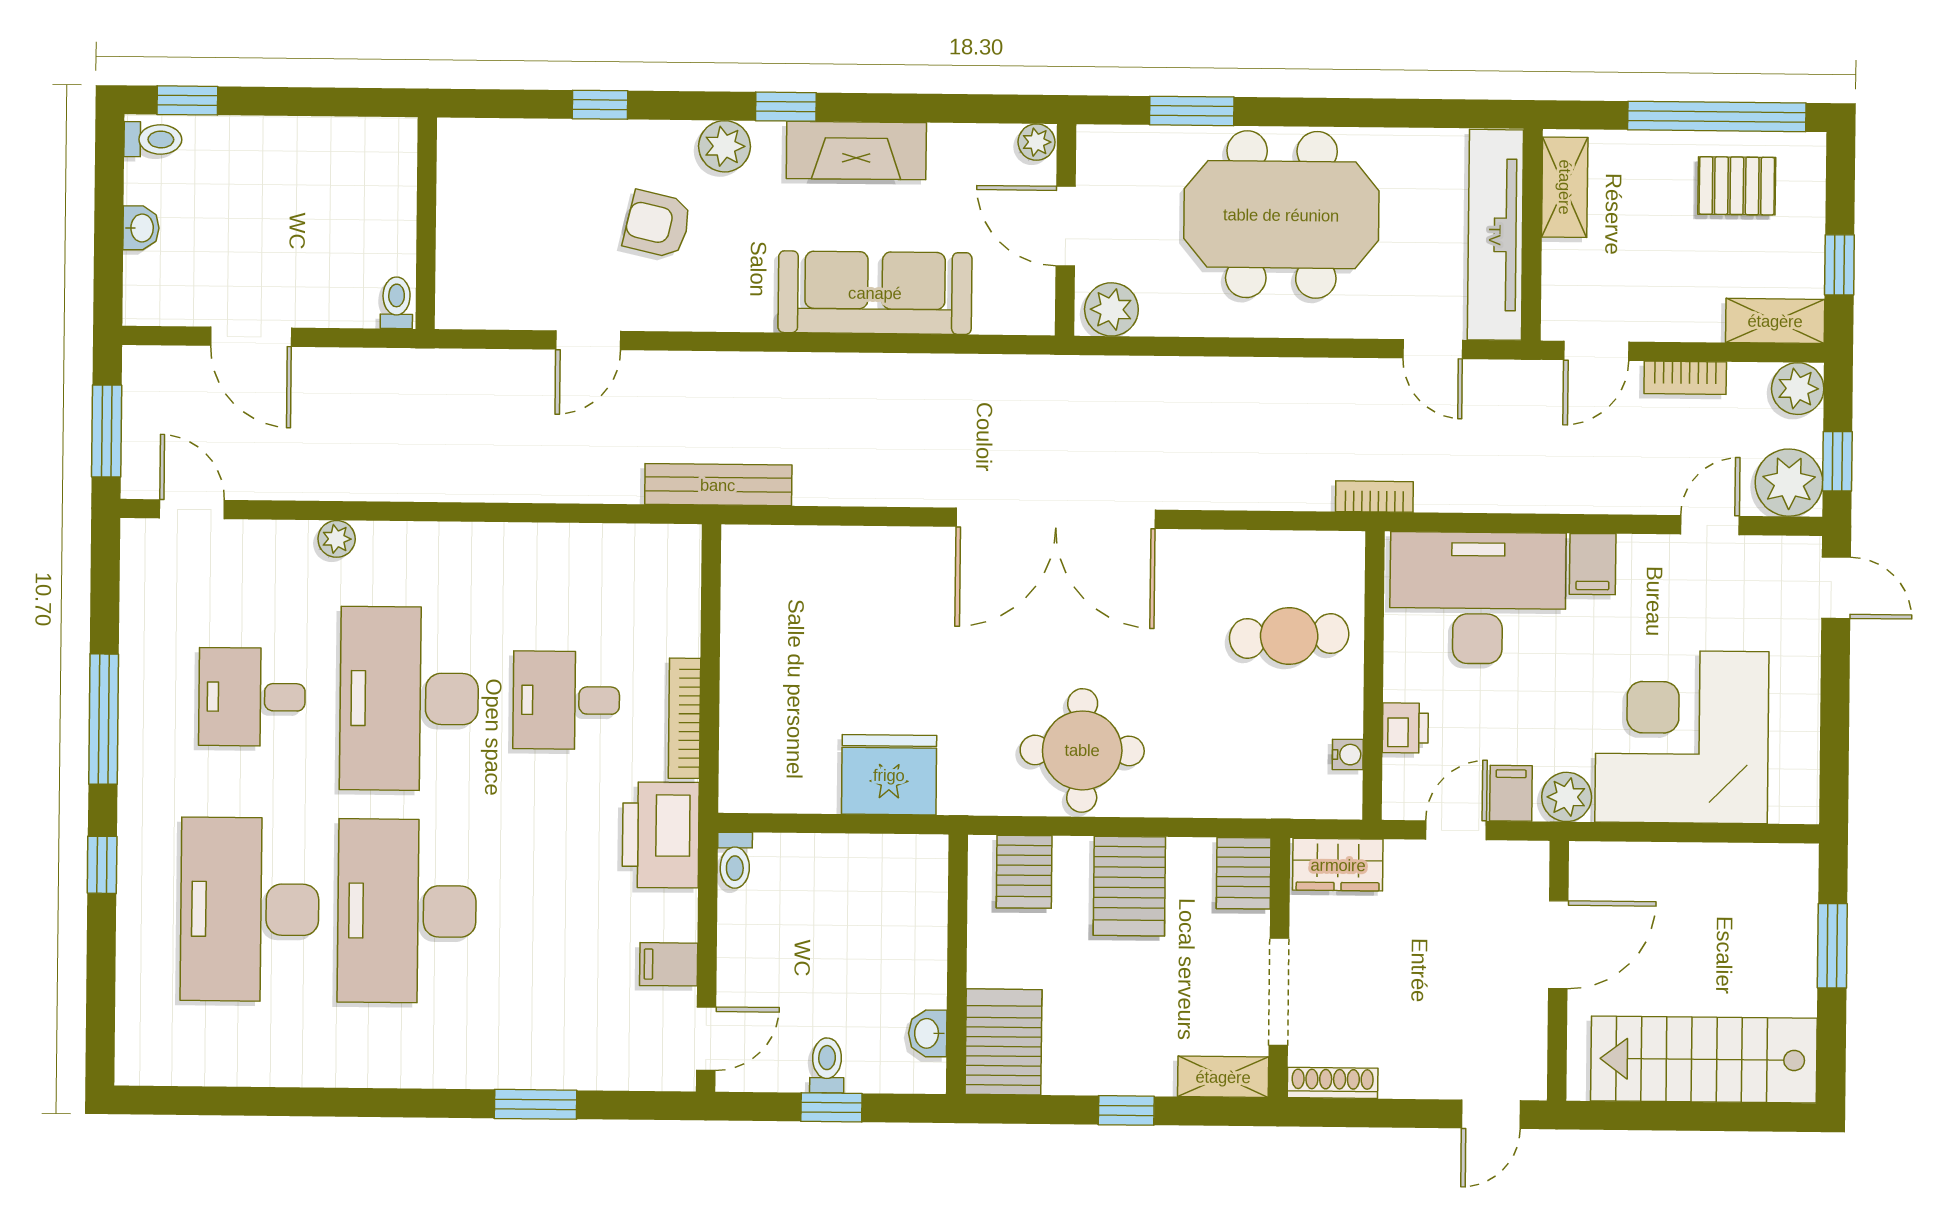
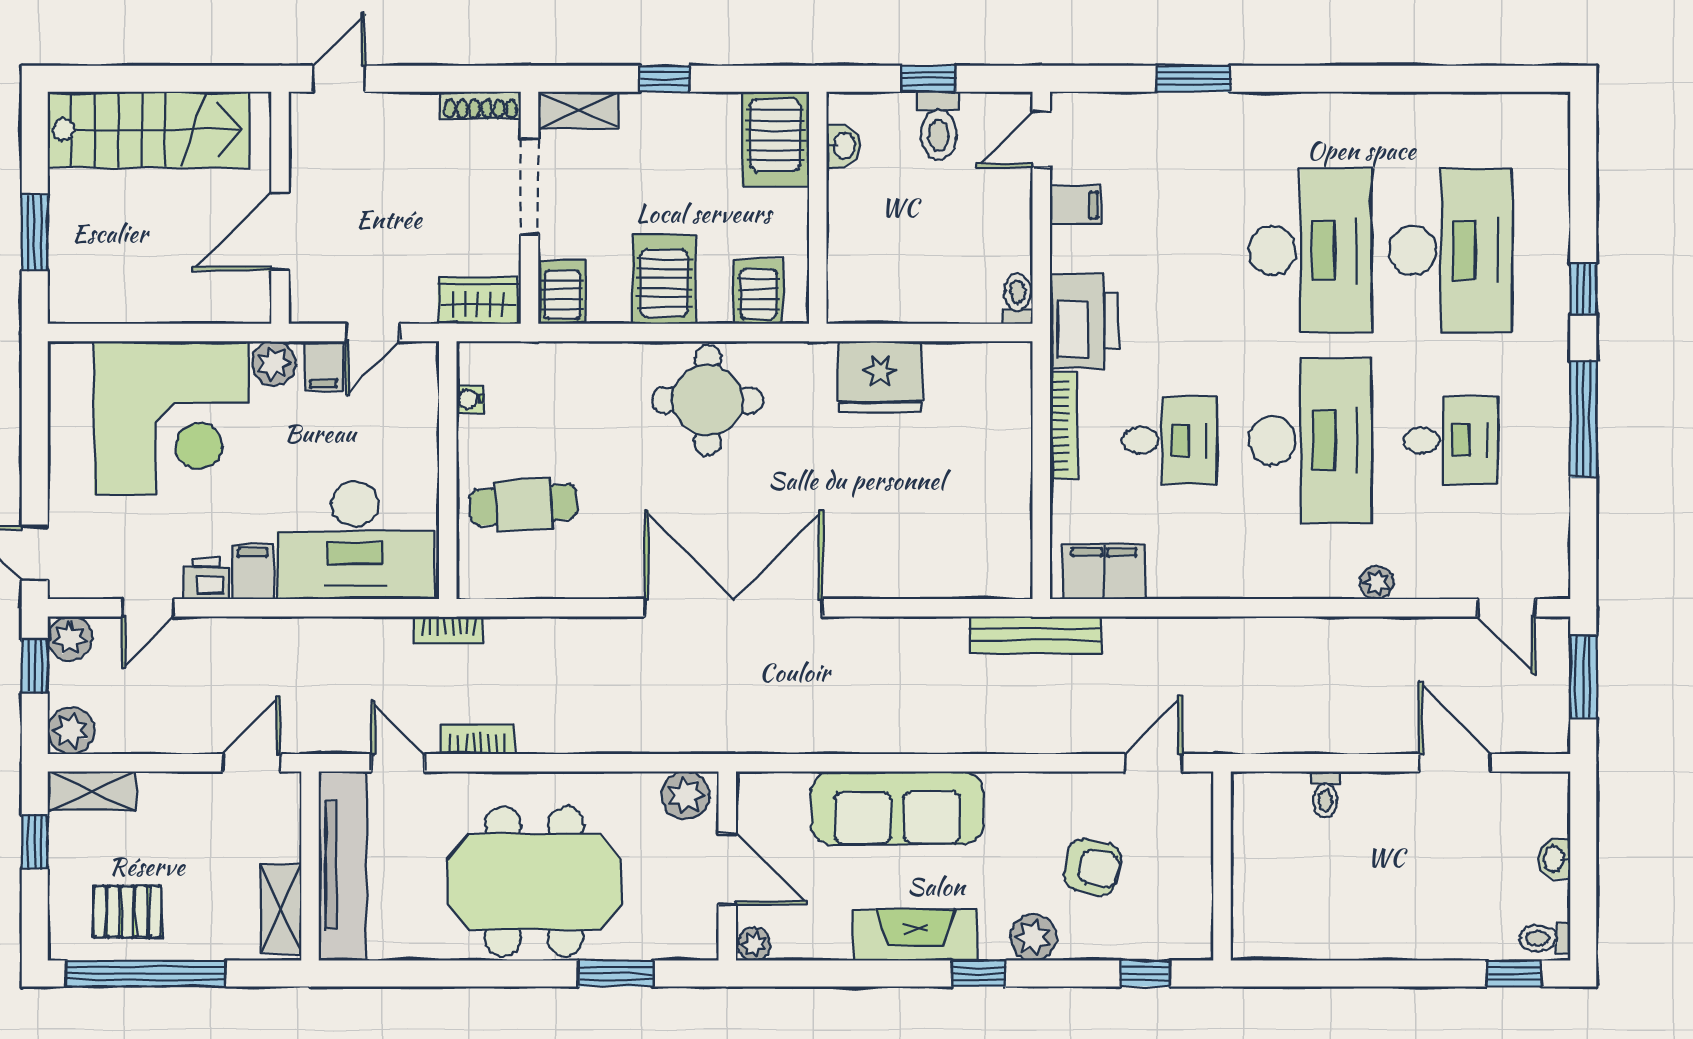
wall: (426, 223) -> (1222, 866), moved
bookcase: (1685, 378) -> (477, 739), moved
plant: (1789, 483) -> (70, 639), width x0.73, depth x0.73
filing cabinet: (641, 554) -> (1104, 572), added
printer: (1405, 728) -> (206, 579), moved, turned 90
toilet: (827, 1065) -> (939, 126), width x1.37, depth x1.39

